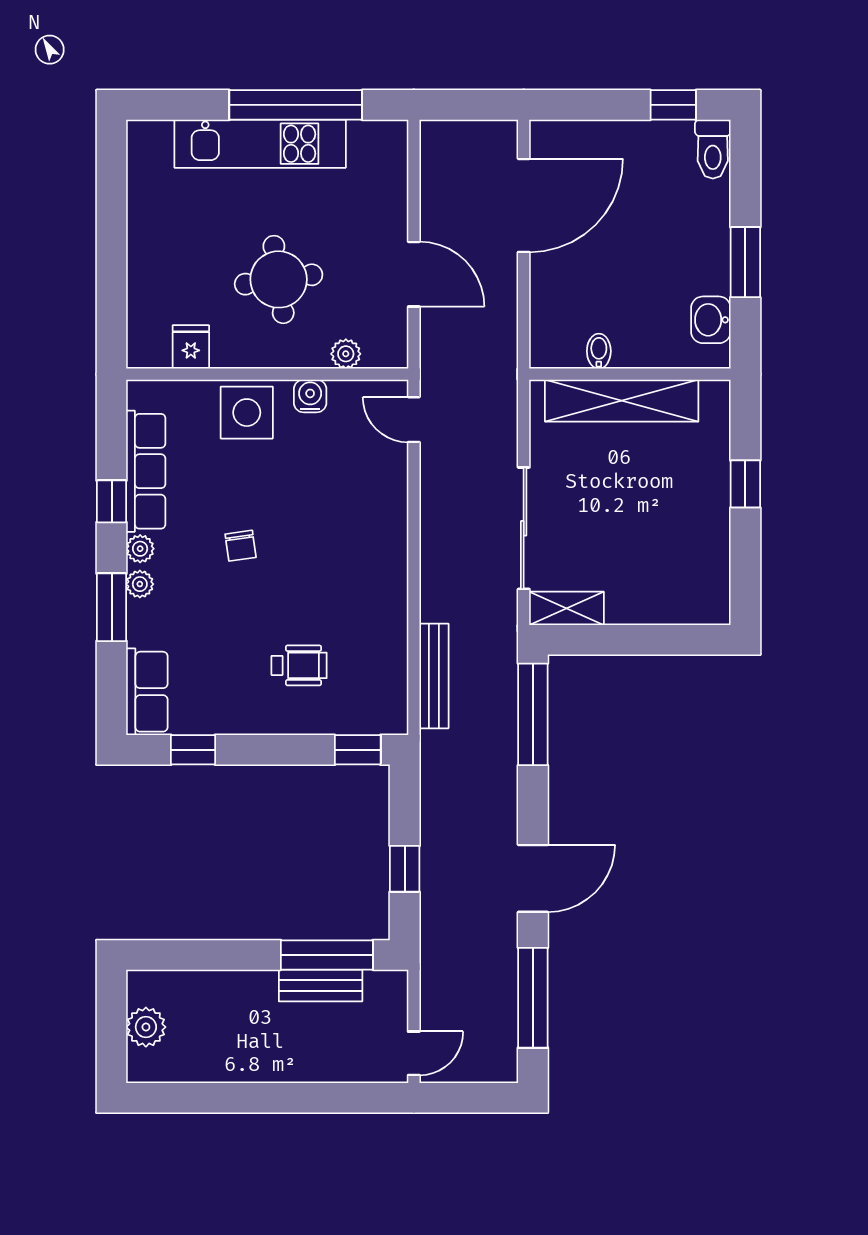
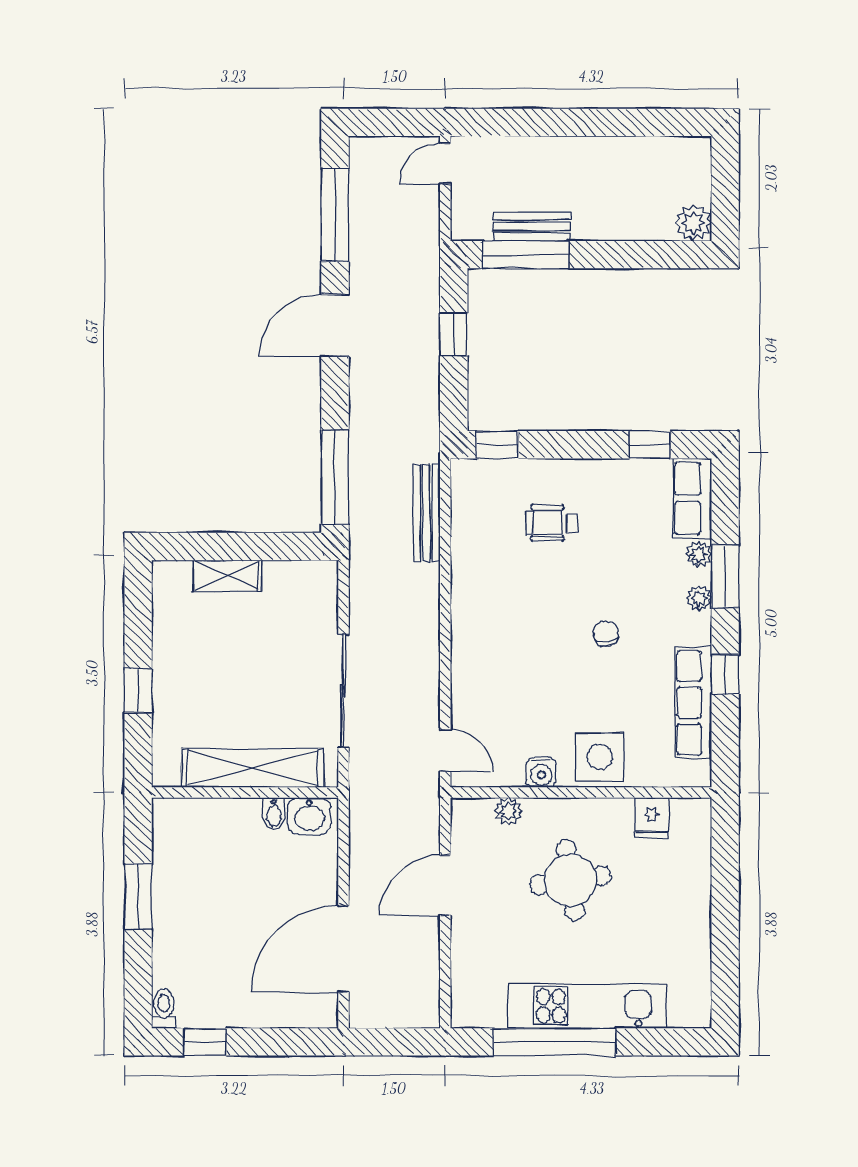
toilet: (713, 149) -> (164, 1009), width x0.73, depth x0.72
door: (414, 274) -> (445, 885), hinge flipped
washbasin: (711, 320) -> (309, 816), moved, turned 90
sliding door: (524, 528) -> (343, 691), moved
plant: (140, 549) -> (699, 554), moved
shelving: (567, 608) -> (226, 576), moved
plant: (146, 1027) -> (693, 223), moved

